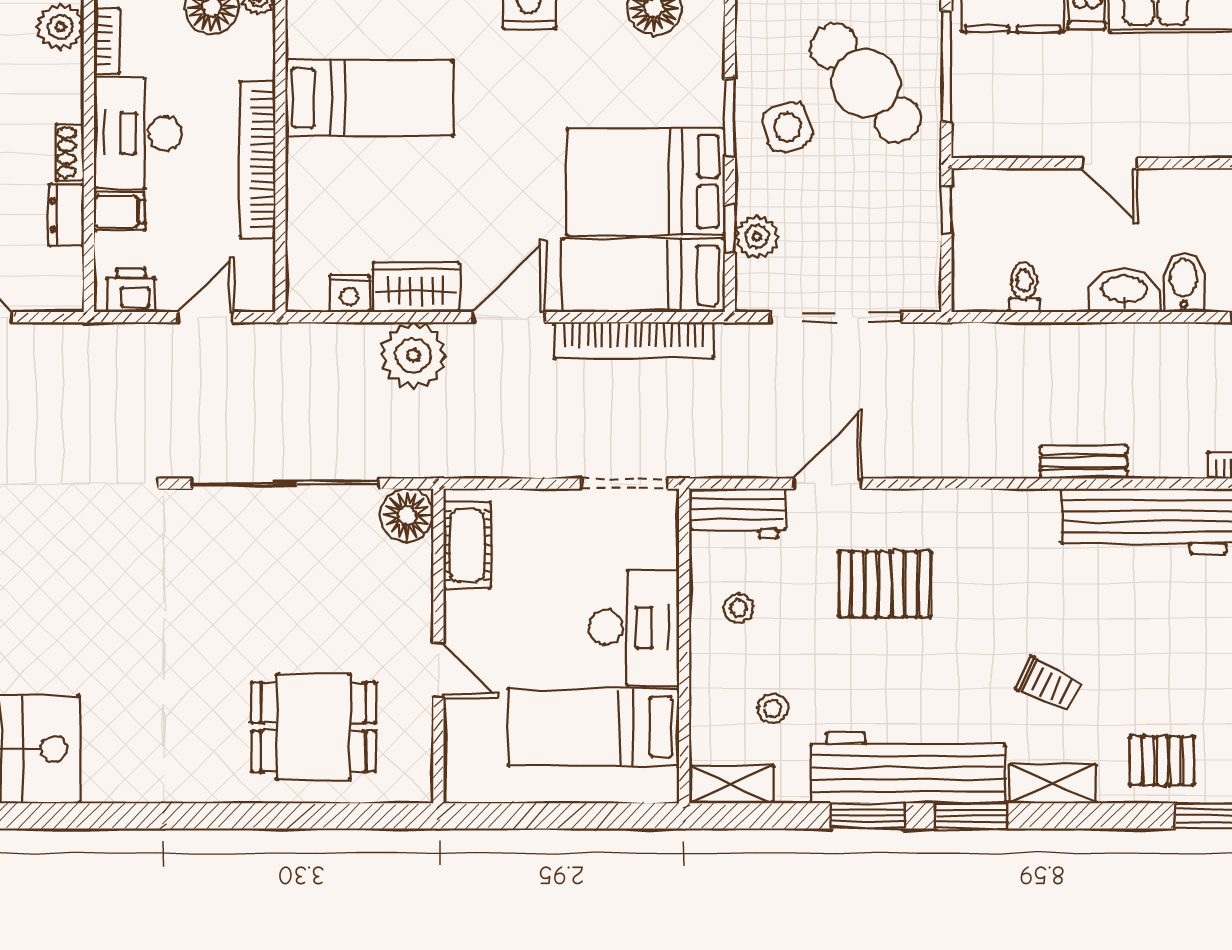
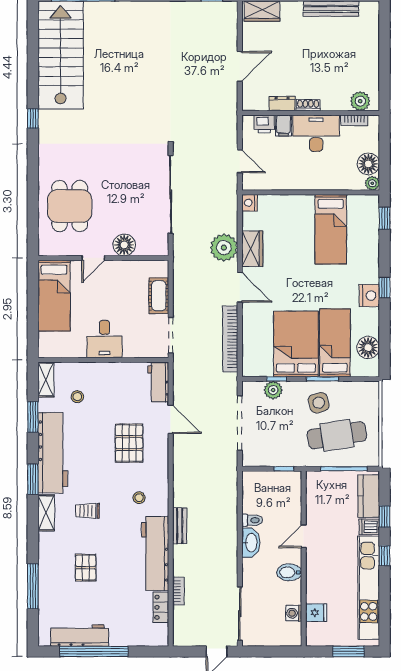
cafe table: (866, 83) -> (337, 435), turned 32
bookcase: (257, 159) -> (305, 183), removed
bed: (643, 275) -> (335, 343), moved
bidet: (1184, 282) -> (289, 572), moved, turned 180
toilet: (1024, 287) -> (252, 520), moved
printer: (131, 290) -> (264, 124), moved, turned 90
nightstand: (349, 294) -> (249, 203), moved
floor lamp: (407, 515) -> (124, 245), moved
cot: (467, 545) -> (159, 296), moved, turned 90
stool: (738, 608) -> (139, 498), moved
desk: (634, 628) -> (104, 339), width x0.73
trolley: (1048, 684) -> (87, 511), turned 64
bed: (593, 727) -> (54, 296), moved, turned 180
pallet: (1162, 761) -> (86, 568), moved
window: (102, 816) -> (33, 119), added
window: (868, 816) -> (33, 417), moved

